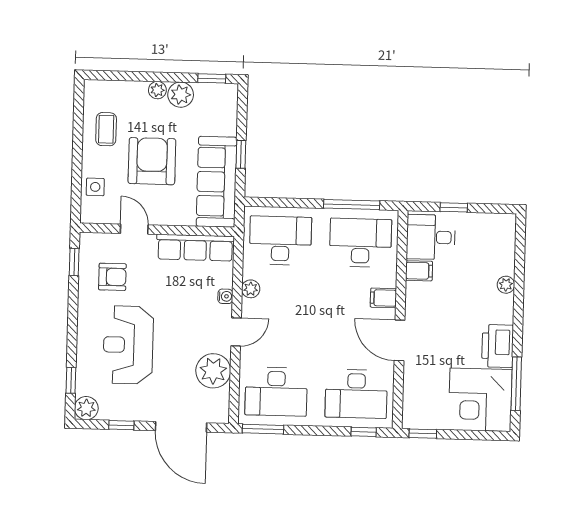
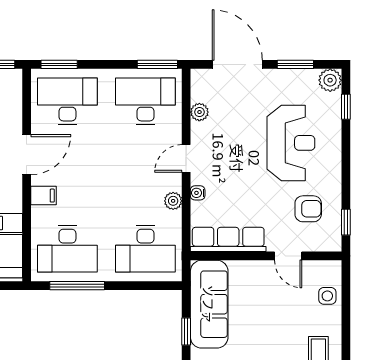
armchair: (152, 161) -> (273, 323), removed
armchair: (112, 277) -> (308, 209), turned 180
door: (399, 340) -> (27, 155), hinge flipped
plant: (213, 371) -> (199, 112), width x0.53, depth x0.53
window: (121, 425) -> (295, 64), width x1.50
window: (364, 432) -> (59, 64), width x1.50

